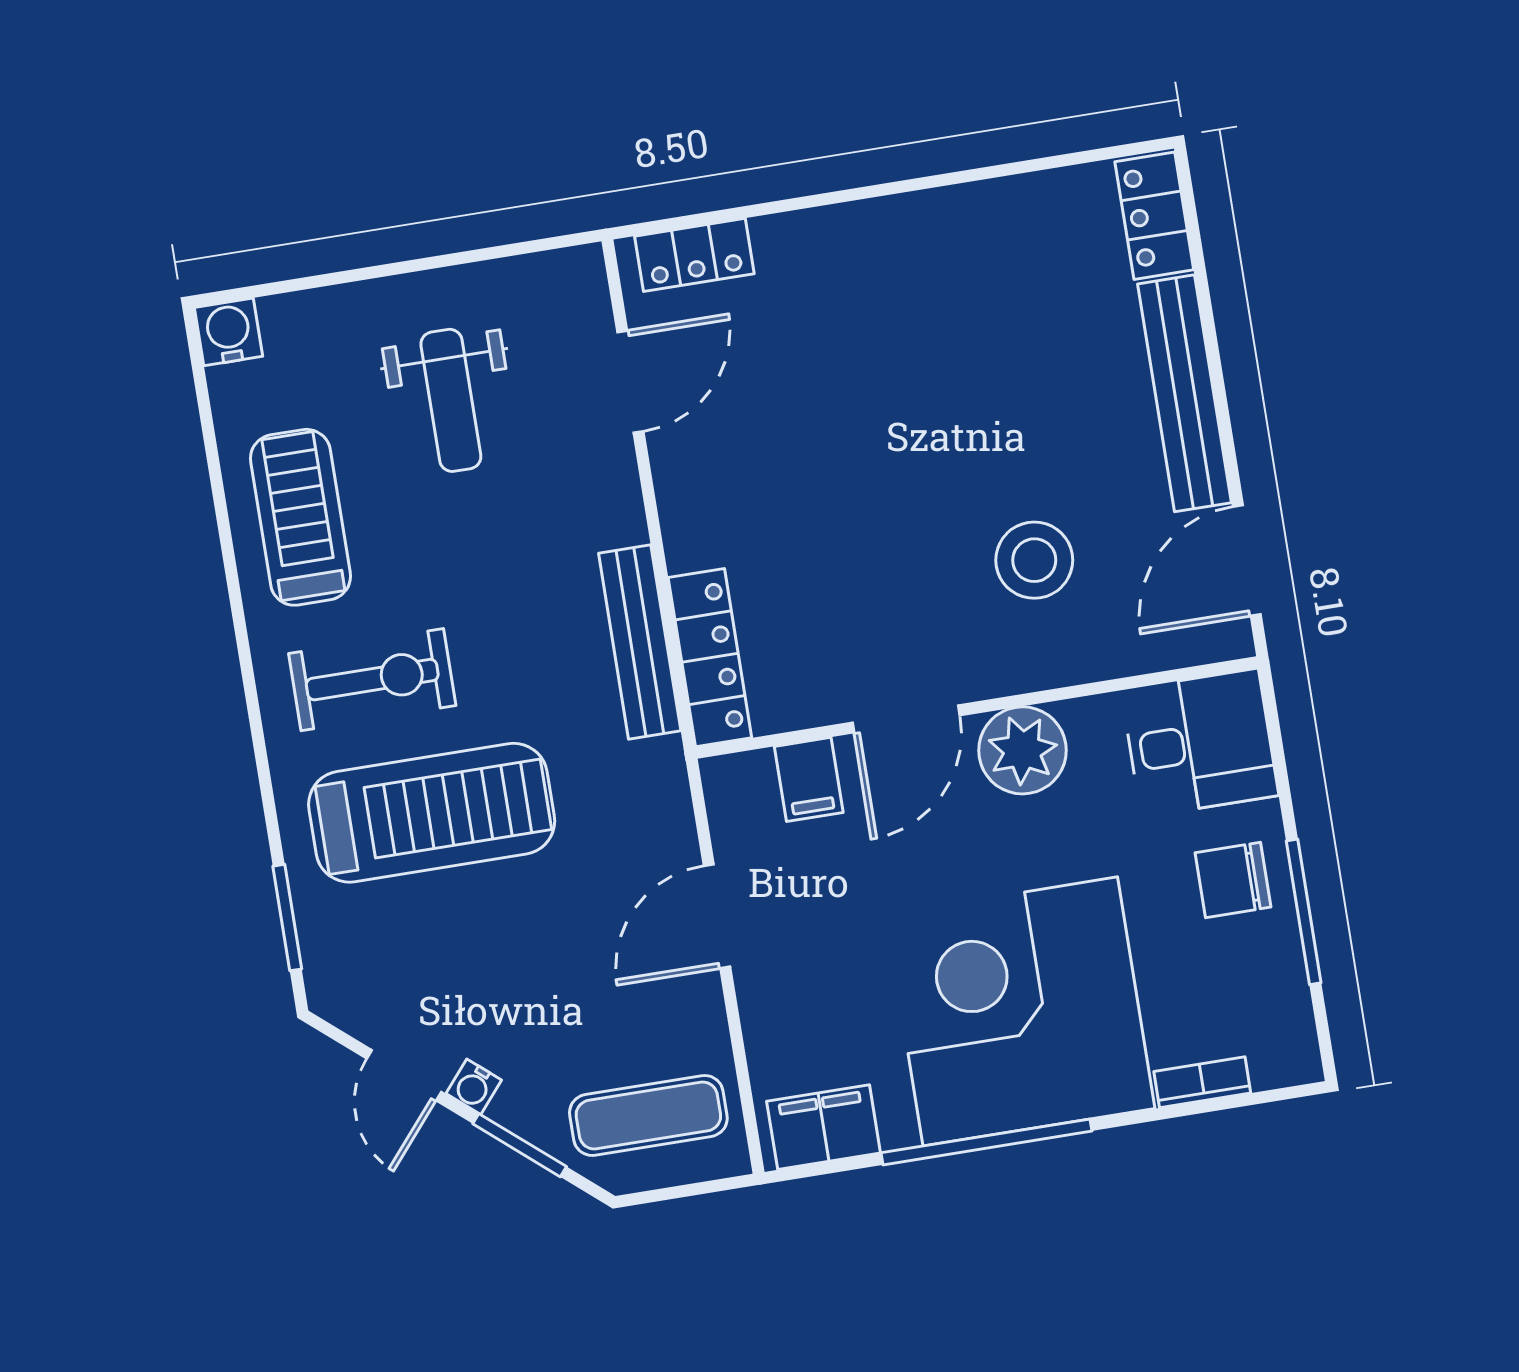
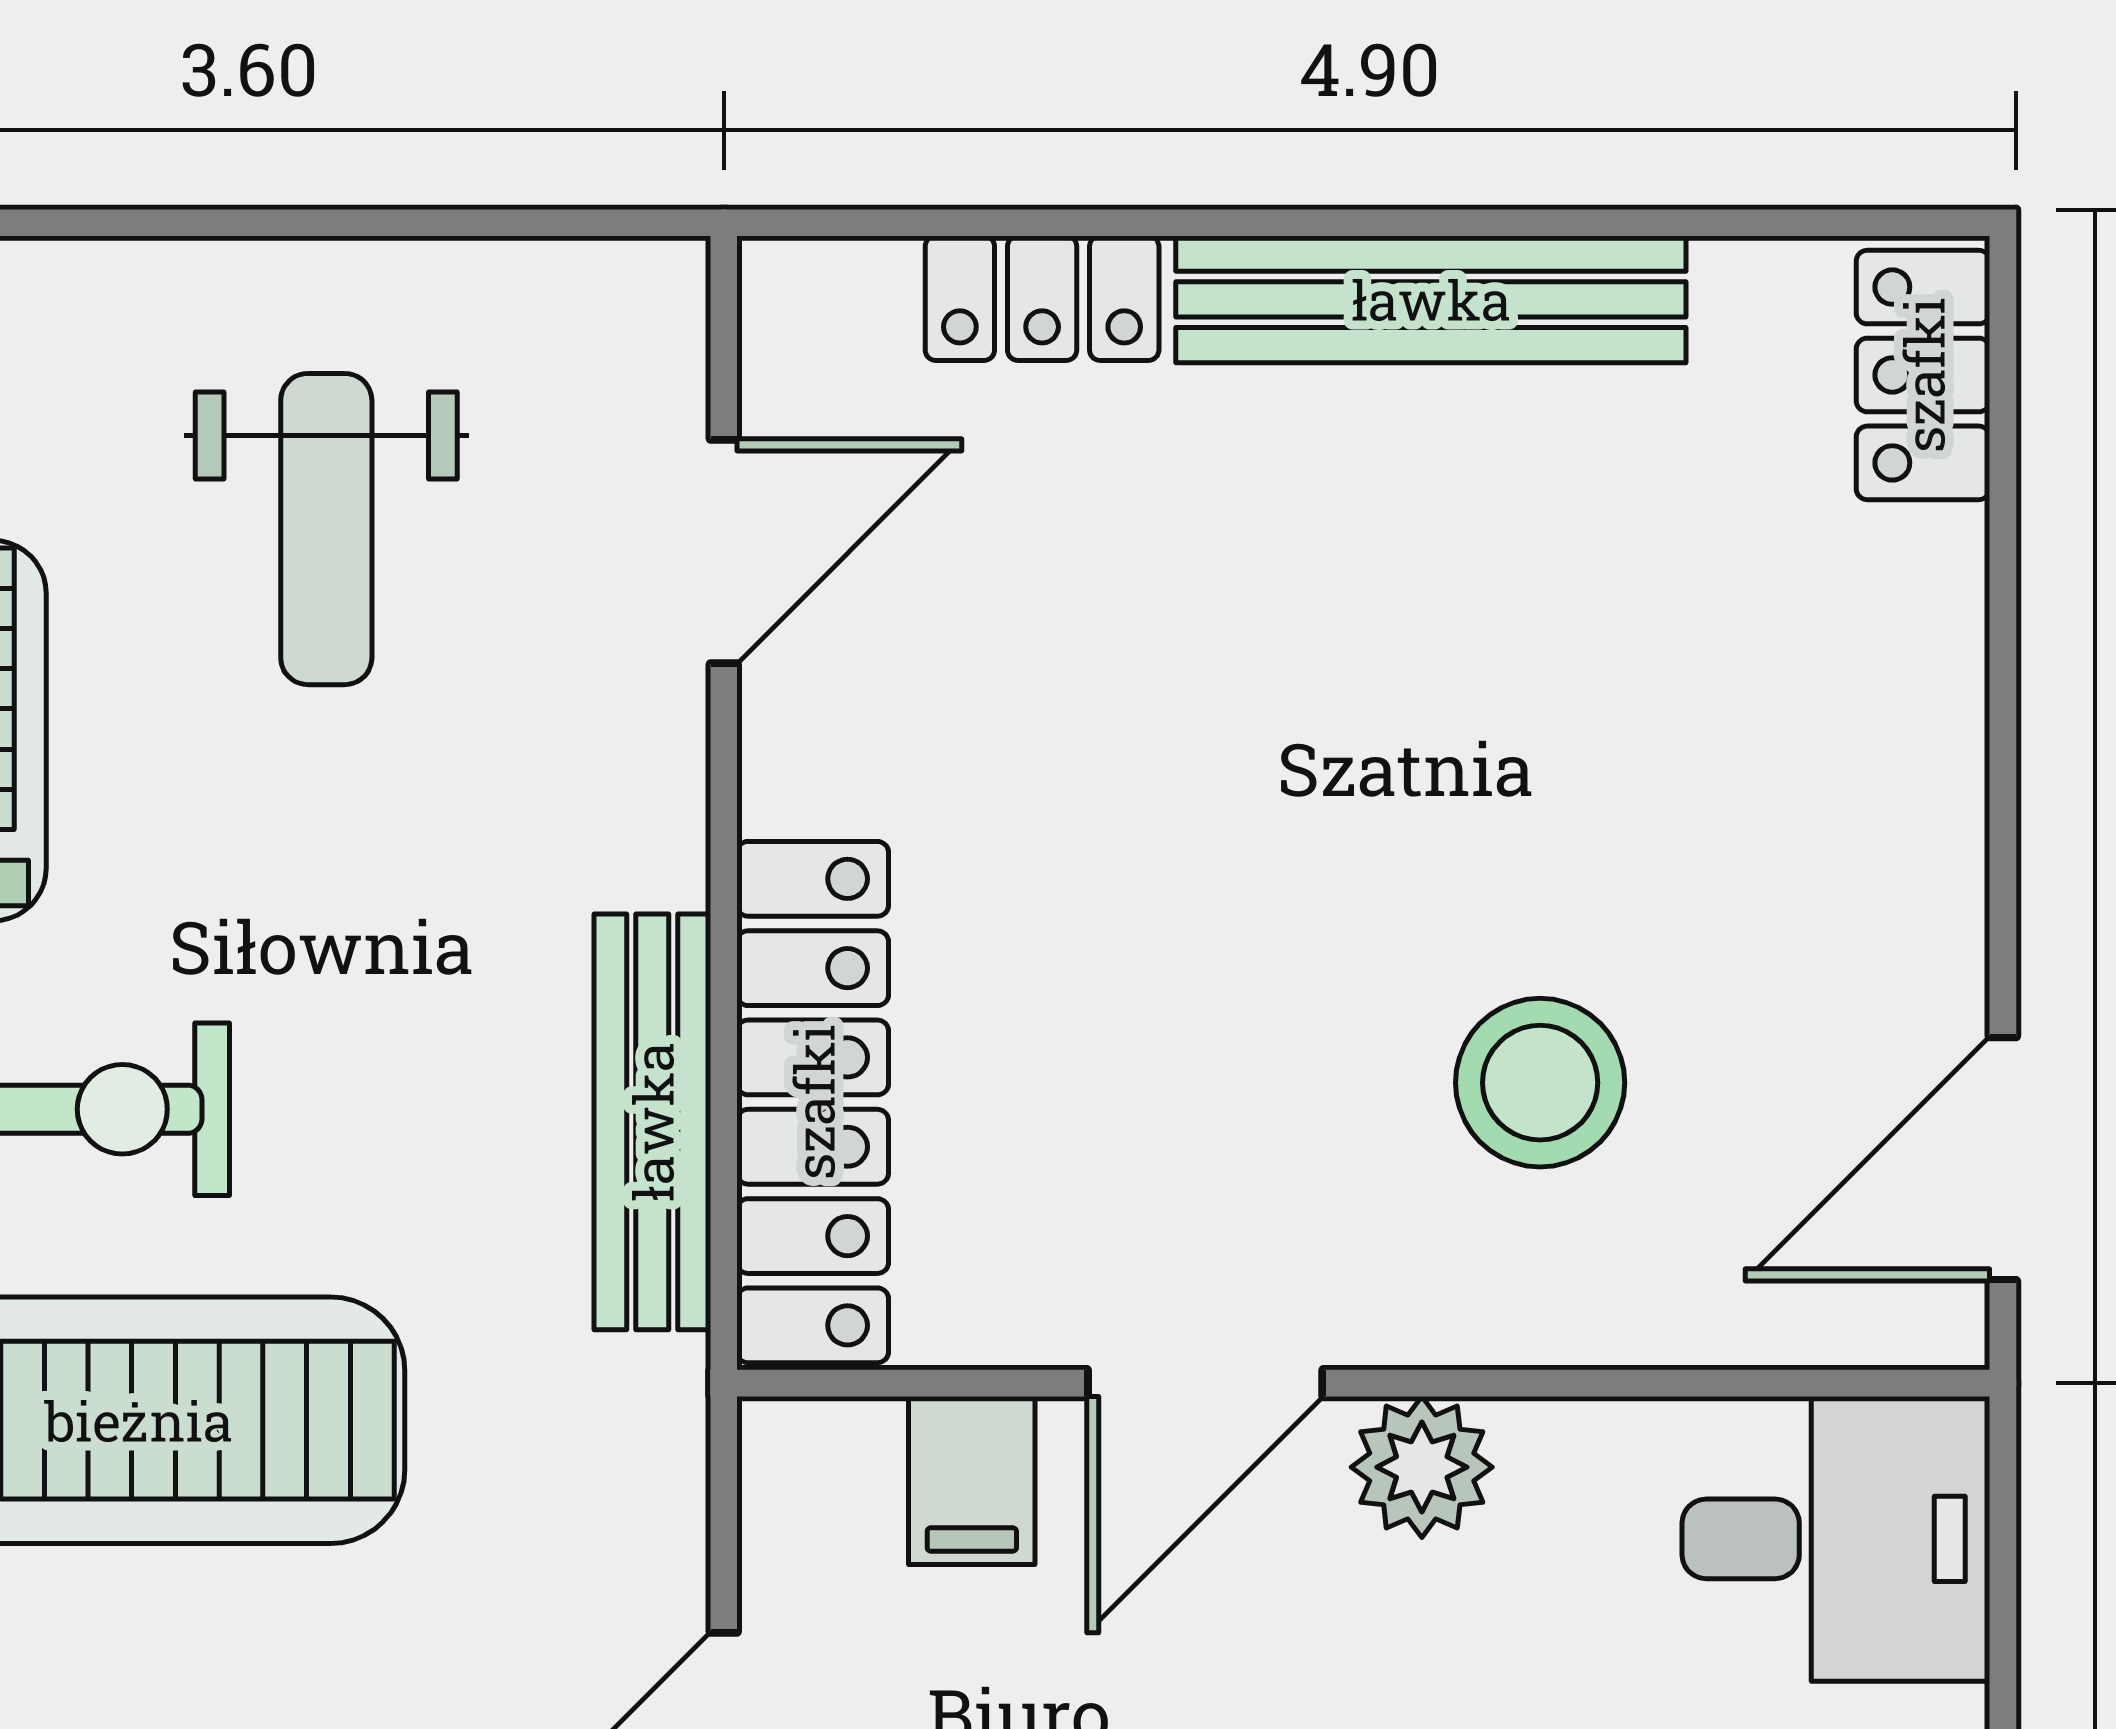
locker: (694, 255) -> (1042, 298), moved
bench: (1185, 393) -> (1431, 299), moved, turned 90
locker: (710, 658) -> (813, 1102), width x1.41, depth x1.21
plant: (1023, 750) -> (1422, 1467), width x0.73, depth x0.73

